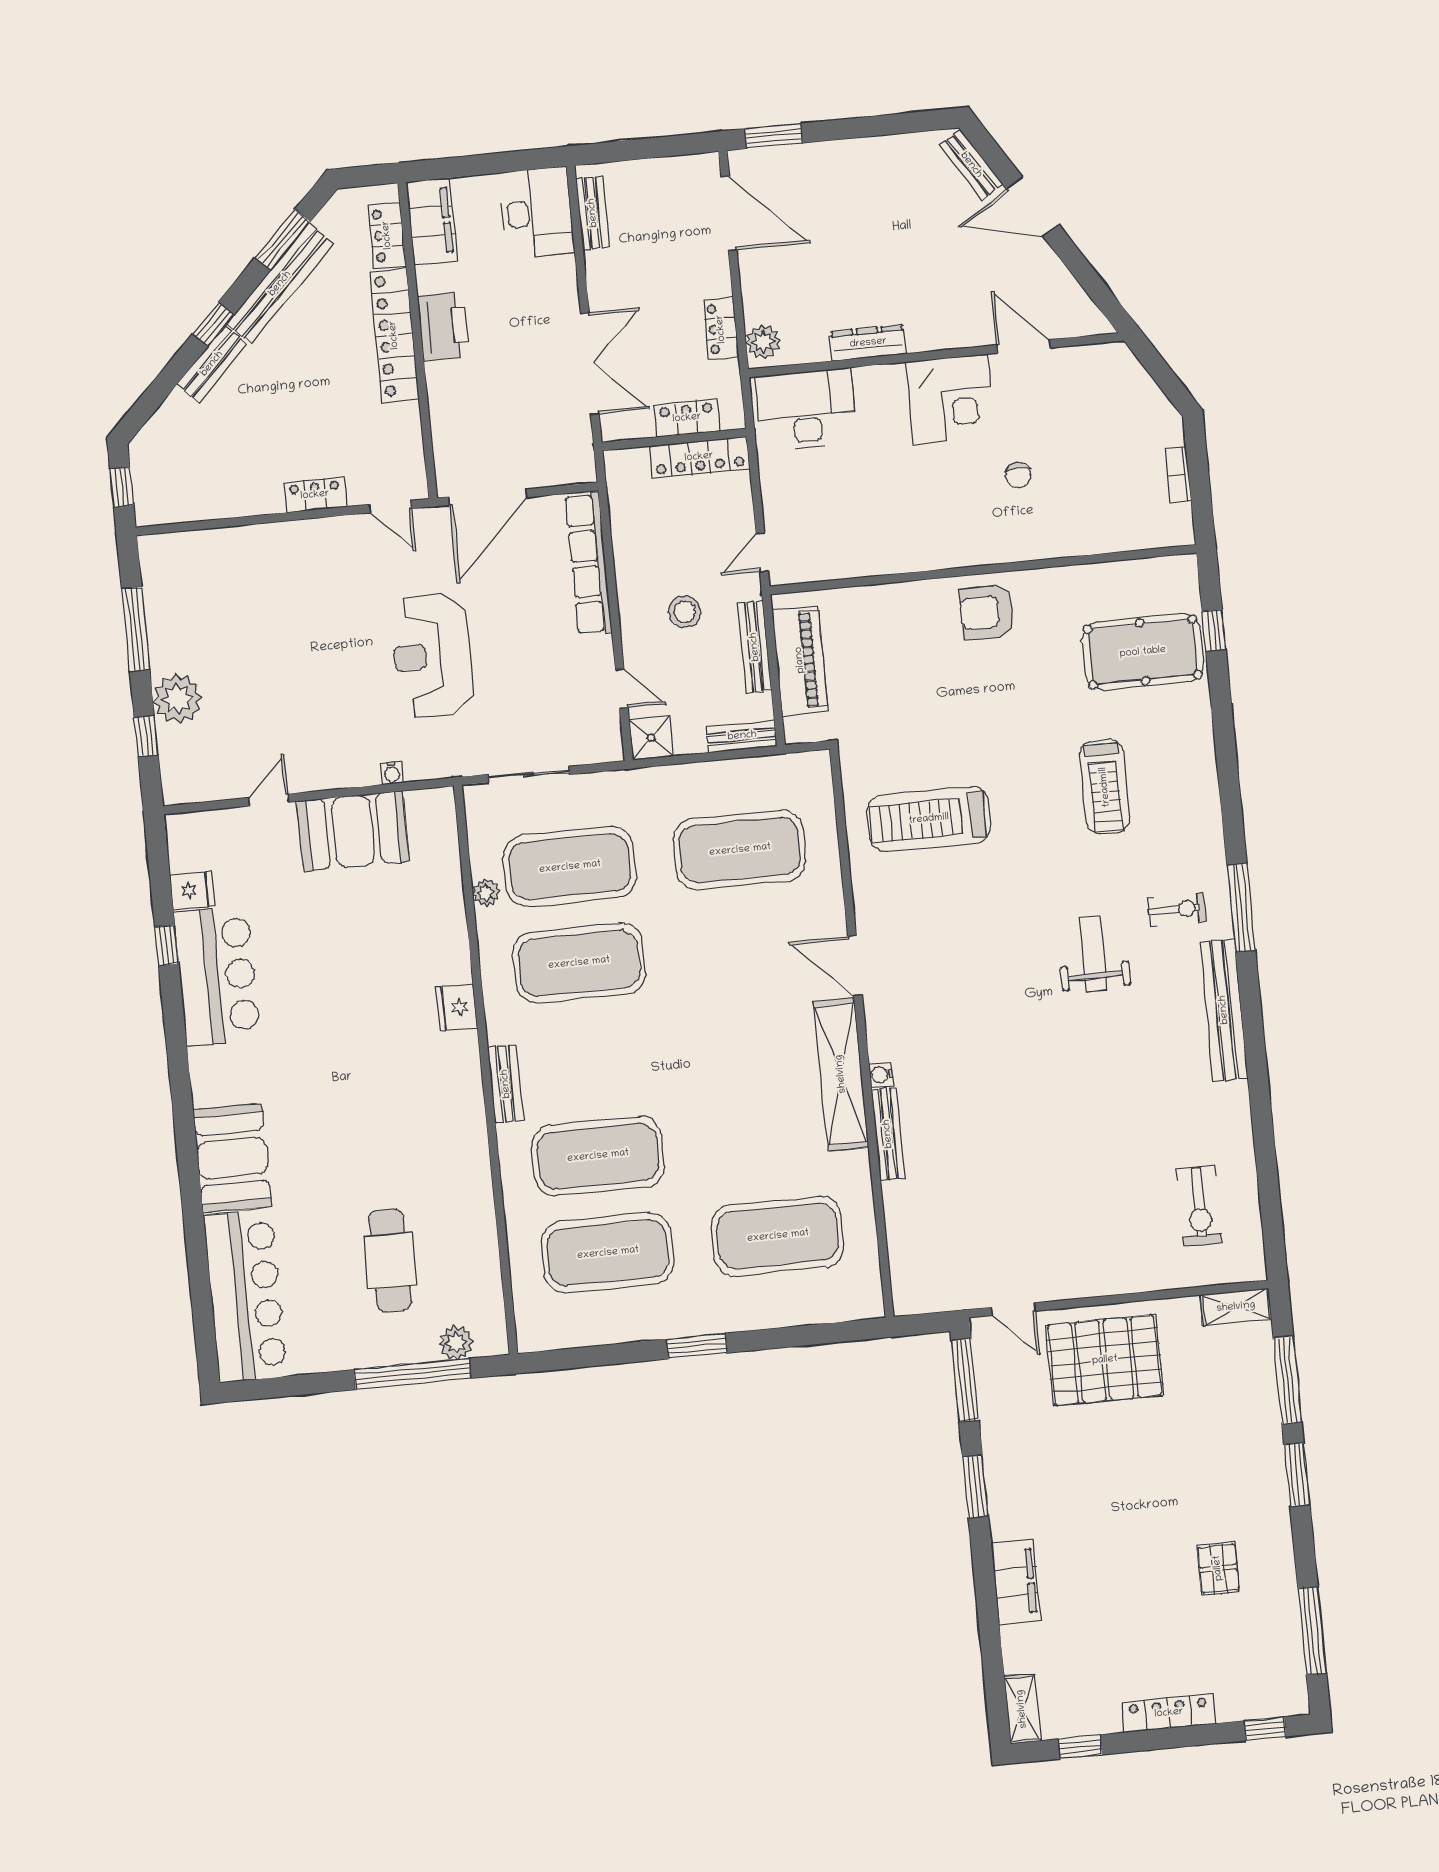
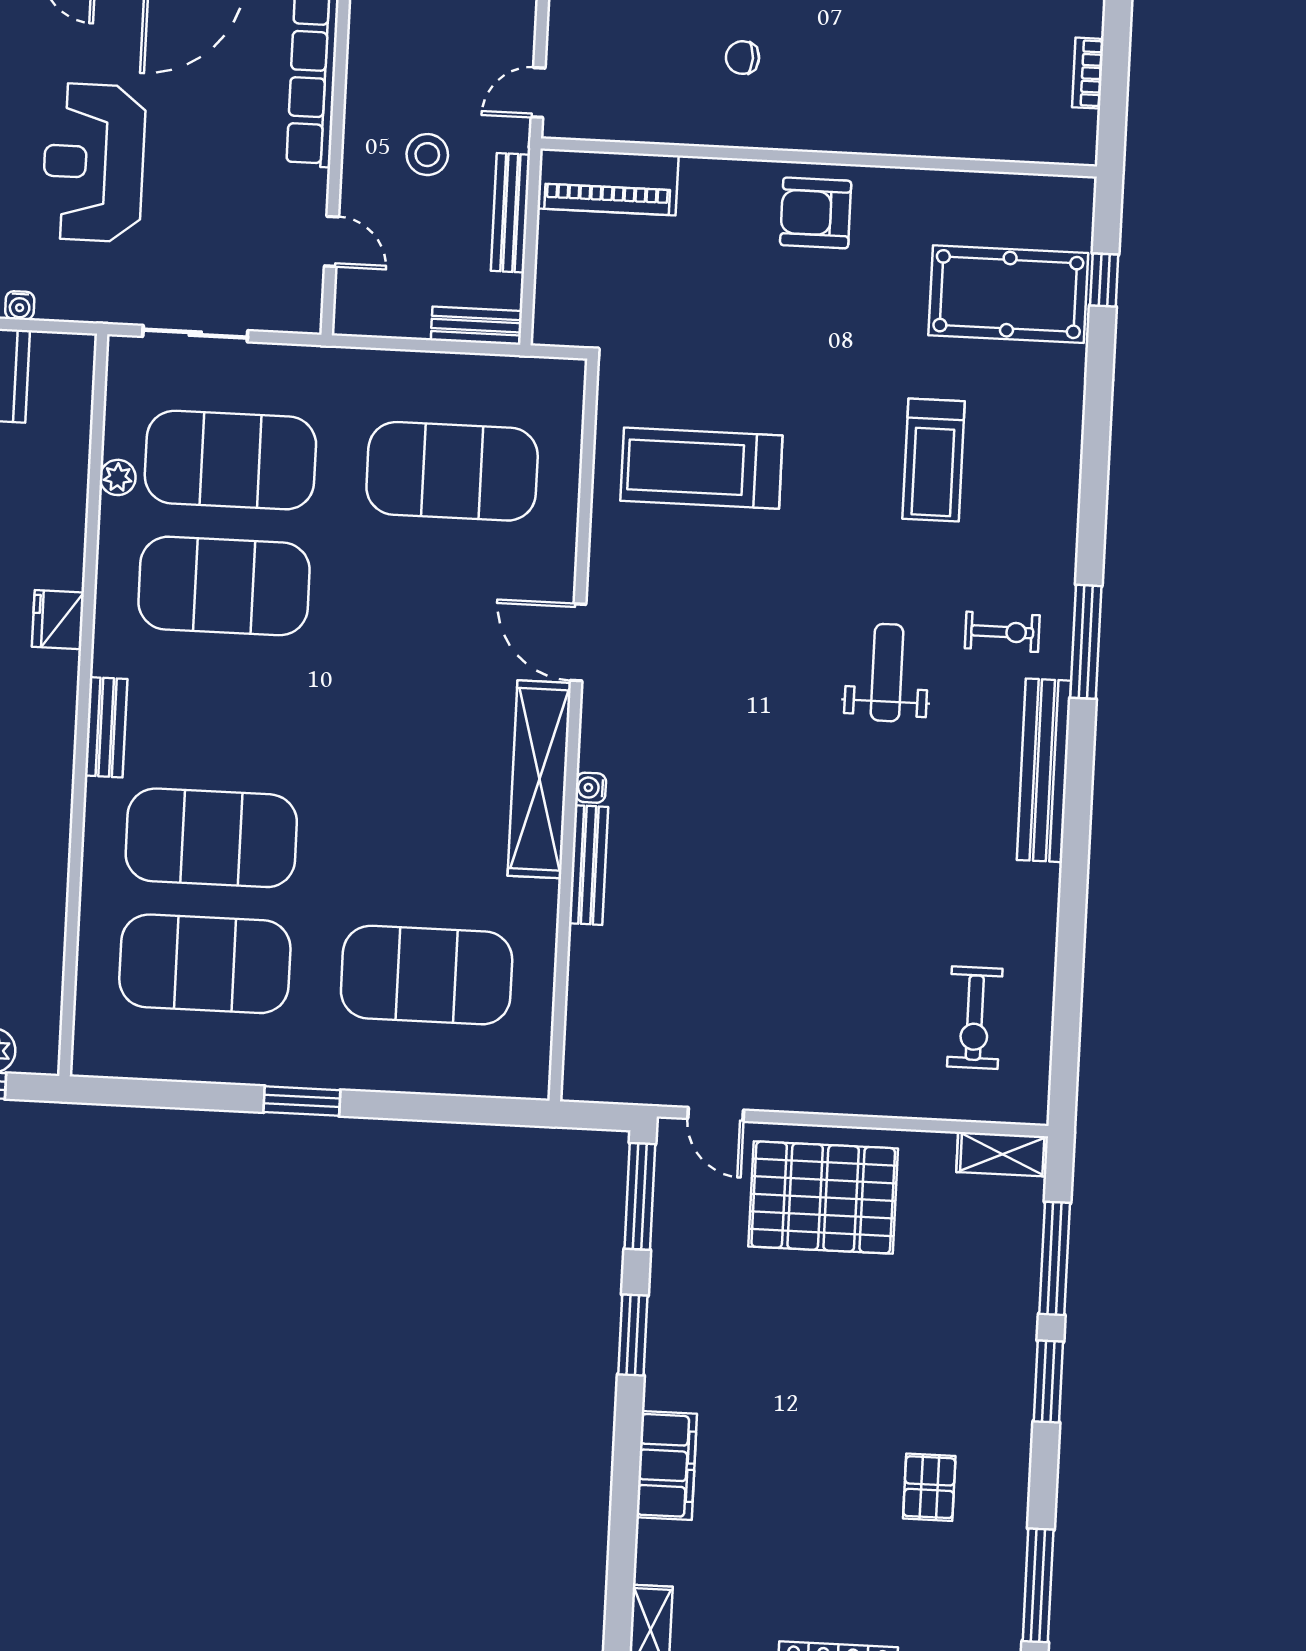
chair: (1018, 475) -> (743, 58), moved, turned 90
piano: (800, 660) -> (608, 182), moved, turned 90
shower: (651, 738) -> (360, 310), removed

